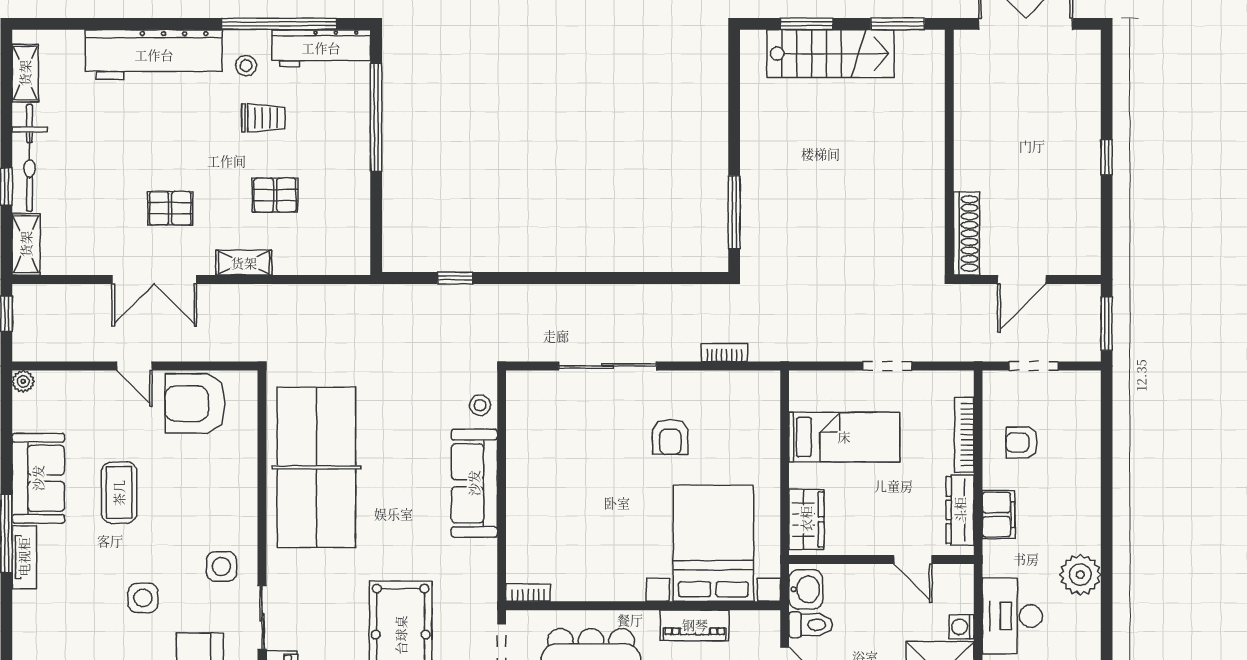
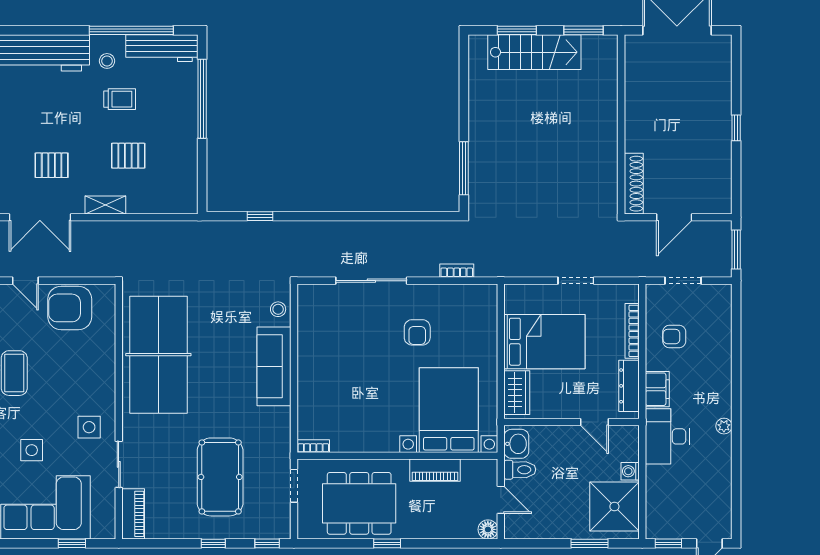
bed: (844, 437) -> (544, 342), width x1.50
plant: (1080, 575) -> (724, 426), width x0.53, depth x0.53
desk: (1012, 616) -> (667, 436), moved

